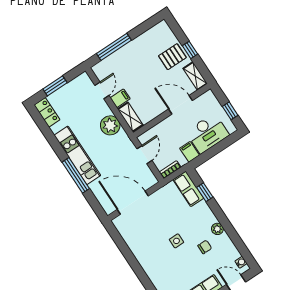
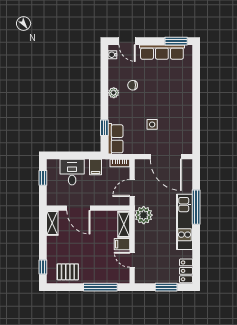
window: (190, 50) -> (43, 267), moved
pallet: (172, 57) -> (68, 272), moved
door: (102, 90) -> (132, 260), hinge flipped
plant: (110, 125) -> (144, 215), moved
desk: (207, 133) -> (72, 172), width x0.73
side table: (176, 241) -> (152, 124), moved

